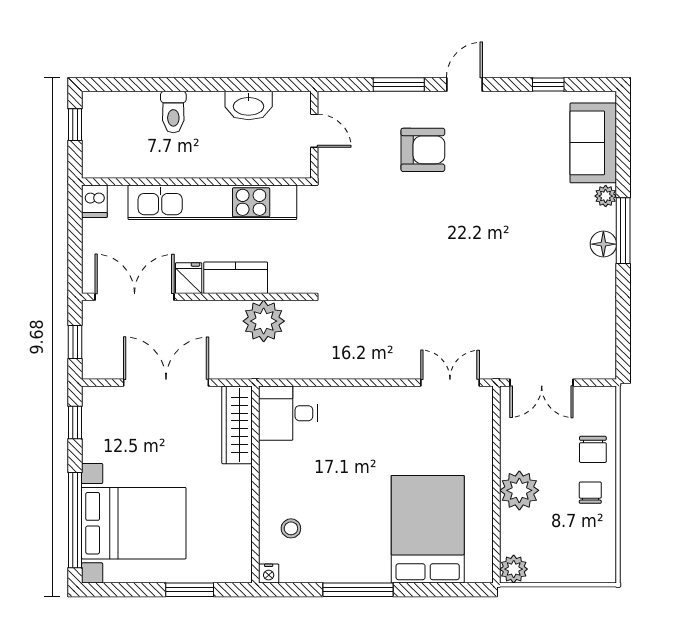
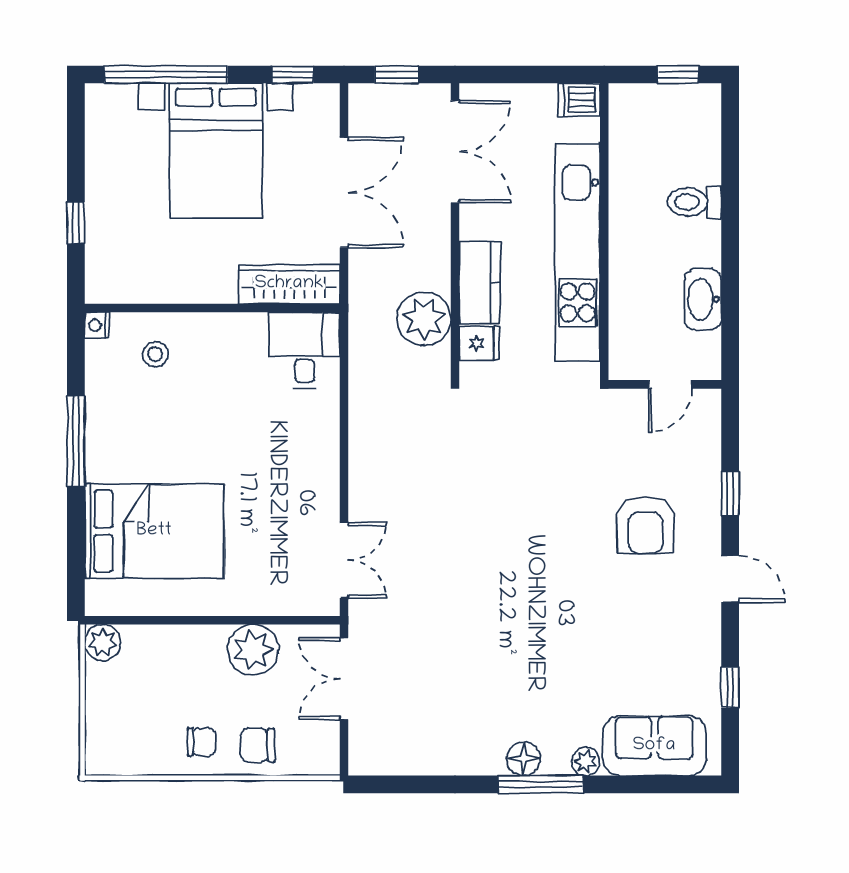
window: (399, 84) -> (730, 494), width x0.67
fridge: (189, 278) -> (479, 343), moved
plant: (519, 490) -> (253, 650), moved
bed with nightstands: (134, 523) -> (216, 151), moved
window: (190, 590) -> (76, 223), width x0.67

